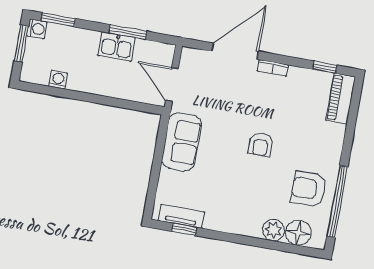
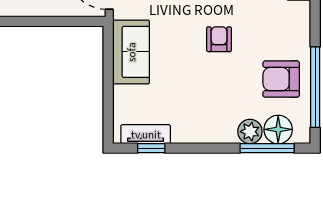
armchair: (261, 144) -> (219, 39), turned 180
window: (286, 247) -> (267, 148), added

